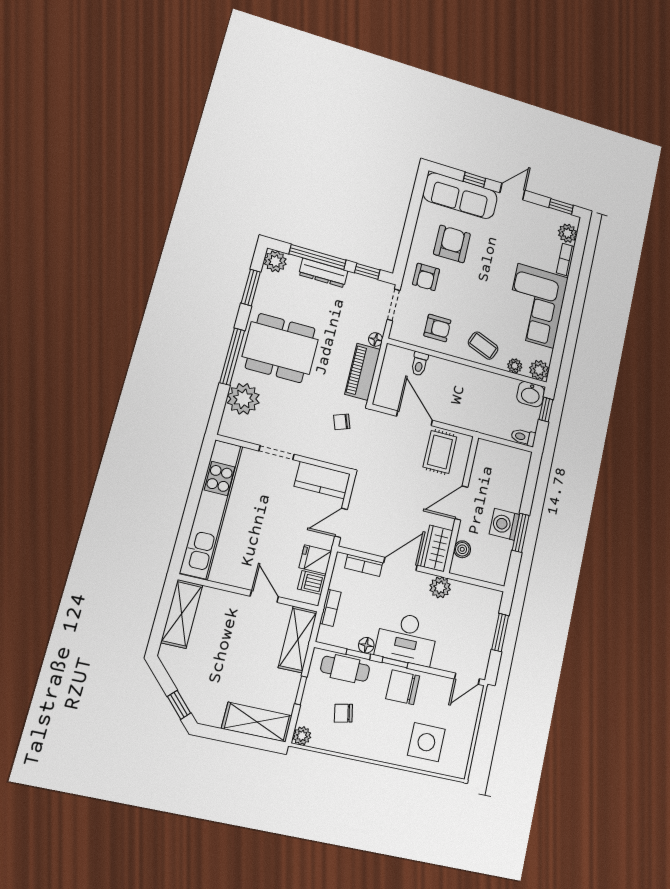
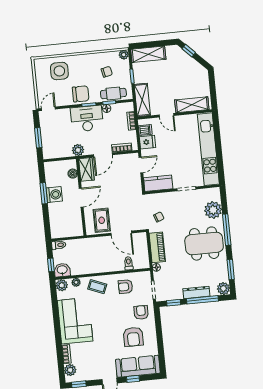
shelving: (182, 614) -> (192, 105), moved, turned 90

